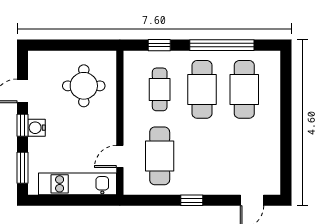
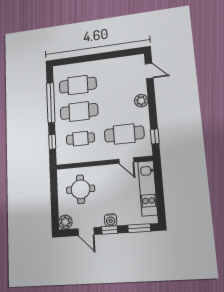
plant: (38, 61) -> (65, 222), added
plant: (207, 185) -> (141, 101), added
window: (192, 200) -> (155, 136), moved

